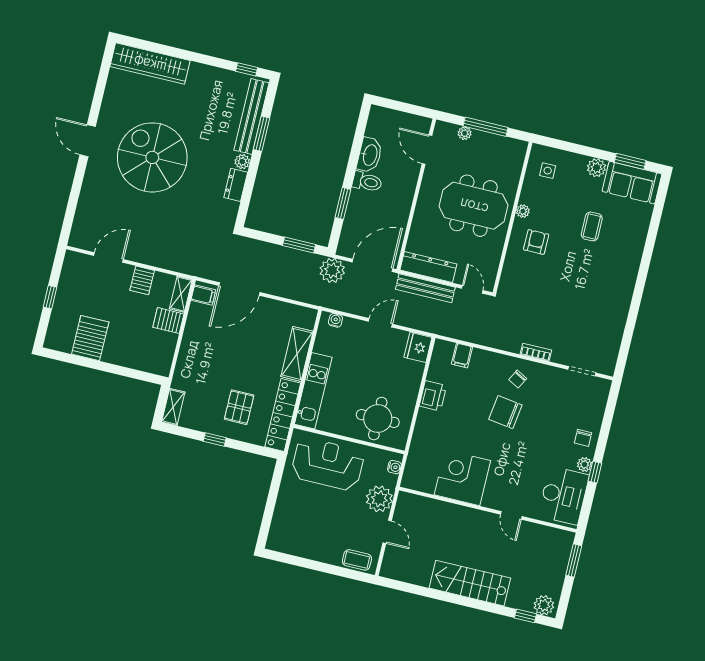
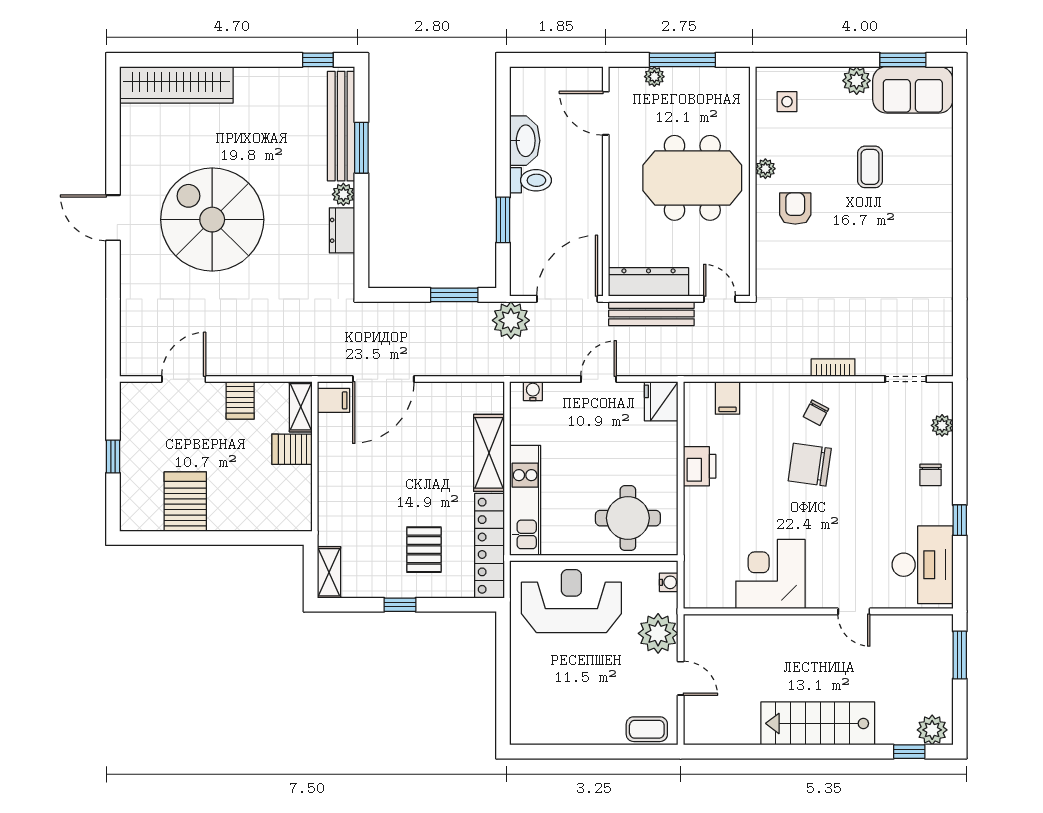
plant: (585, 465) -> (942, 425), moved

